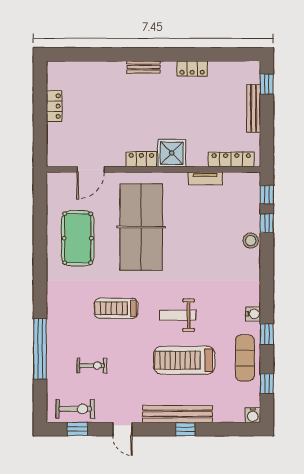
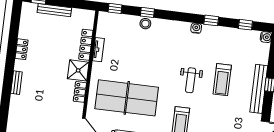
locker: (231, 159) -> (86, 45), moved
window: (267, 223) -> (147, 12), moved
exercise mat: (245, 358) -> (226, 38), removed
treadmill: (184, 360) -> (222, 80), width x0.73, depth x0.73

